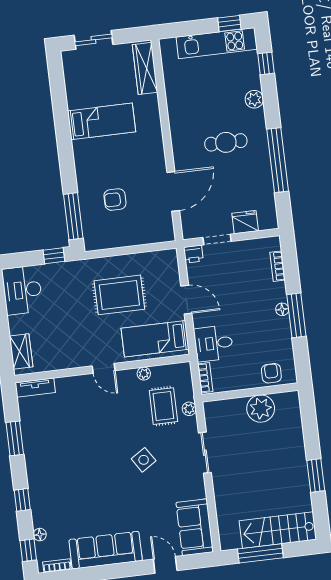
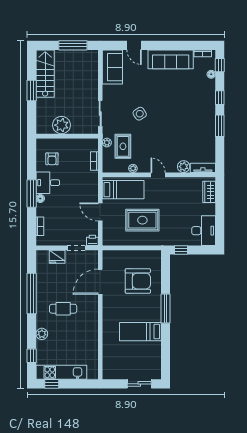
wardrobe: (145, 68) -> (109, 362), removed
armchair: (115, 200) -> (138, 281), width x1.88, depth x1.88
window: (73, 216) -> (166, 309), moved
desk: (214, 343) -> (48, 183), moved, turned 180
plant: (65, 386) -> (184, 167), added
wall: (250, 392) -> (67, 136), moved
plant: (261, 409) -> (61, 125), moved
window: (15, 438) -> (220, 126), moved
stairs: (278, 530) -> (45, 74), moved, turned -90

